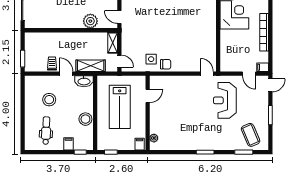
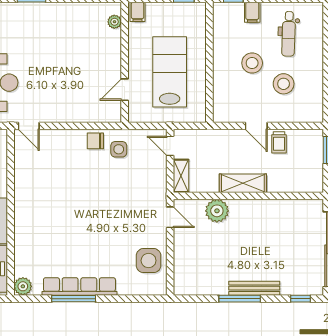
shelving: (91, 66) -> (243, 183), moved
washbasin: (84, 81) -> (227, 114), removed
stool: (85, 119) -> (252, 63), moved

